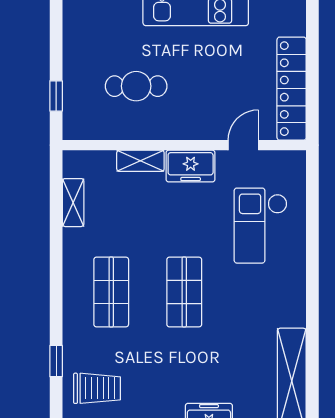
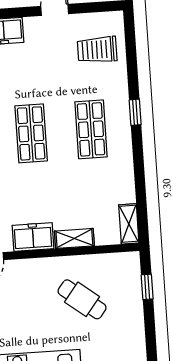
cafe table: (136, 86) -> (82, 299), turned 38
shelving: (73, 203) -> (129, 224), moved
window: (56, 361) -> (135, 112), moved

